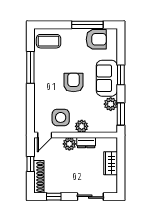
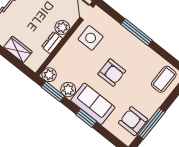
armchair: (96, 39) -> (133, 121), turned 90
window: (30, 67) -> (137, 32), moved
plant: (82, 126) -> (49, 75), moved

